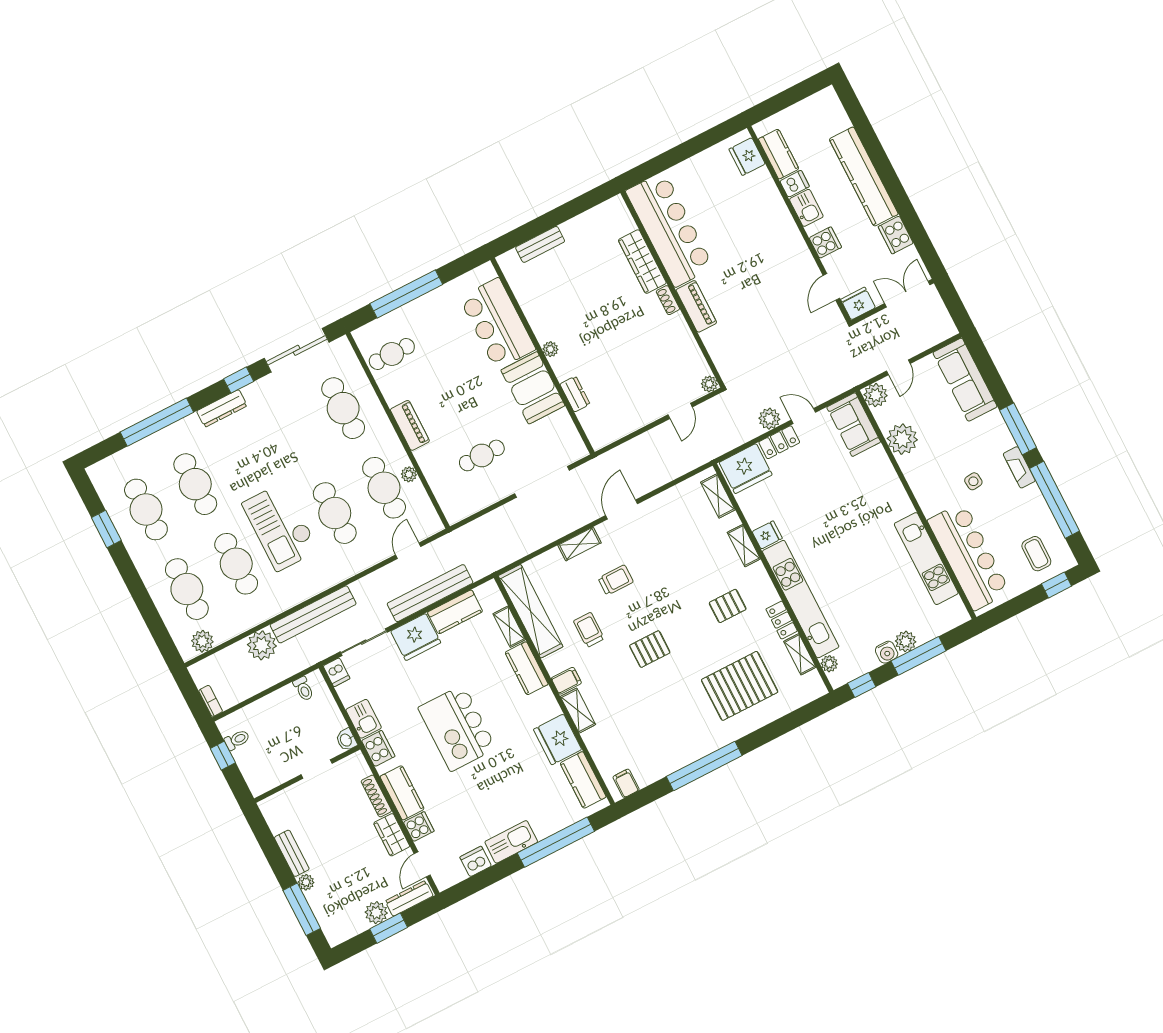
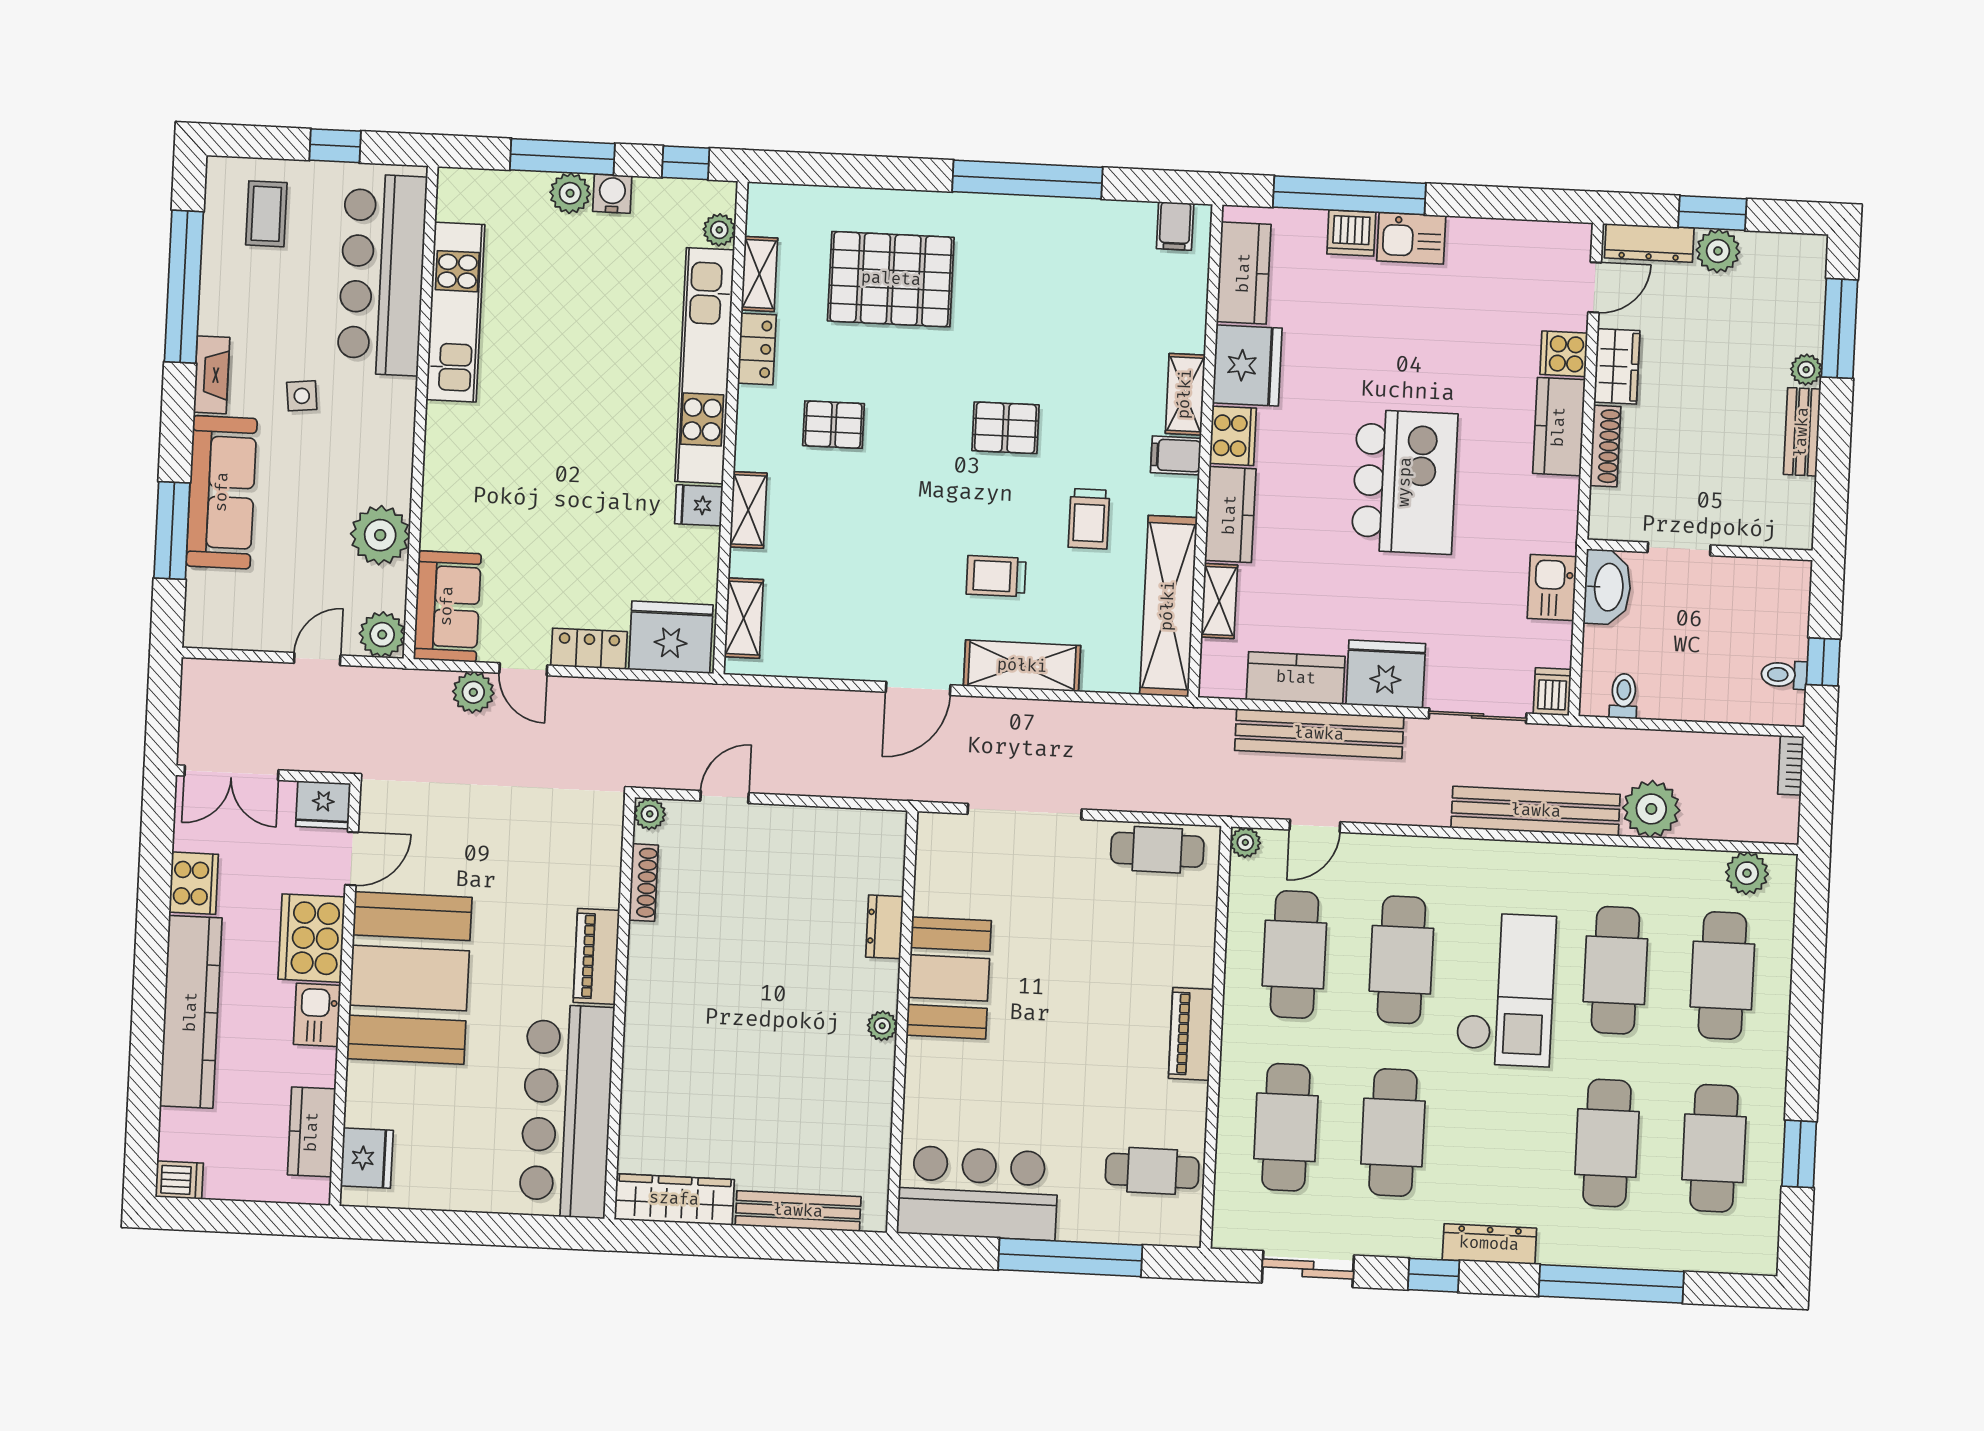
dishwasher: (795, 184) -> (179, 1180), moved, turned 180
cooker: (825, 243) -> (312, 938), width x1.87, depth x1.31
bench: (540, 244) -> (798, 1211), width x1.36
booth: (775, 248) -> (409, 978), added
wardrobe: (642, 262) -> (674, 1199), moved, turned -90
shoe rack: (668, 300) -> (643, 883), moved, width x1.43
bar counter: (497, 324) -> (978, 1193), moved, turned -90
sliding door: (297, 350) -> (1308, 1269), width x0.73
sofa: (965, 380) -> (222, 492), moved
plant: (769, 419) -> (473, 692), moved
window: (1018, 429) -> (172, 531), moved
cafe table: (294, 433) -> (1393, 1133), added
cafe table: (482, 455) -> (1157, 850), moved
plant: (409, 474) -> (1245, 842), moved
shelving: (579, 544) -> (1022, 666), width x1.50, depth x1.33
window: (1056, 585) -> (335, 146), moved
washbasin: (346, 740) -> (1607, 587), width x1.91, depth x1.45
cooker: (378, 748) -> (1233, 436), moved, turned 180
kitchen sink: (511, 842) -> (1411, 238), width x0.73
dishwasher: (476, 861) -> (1351, 233), moved

